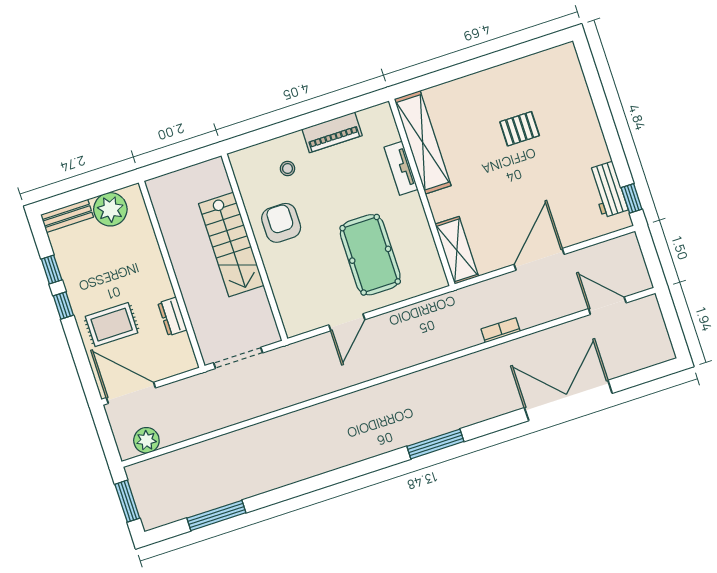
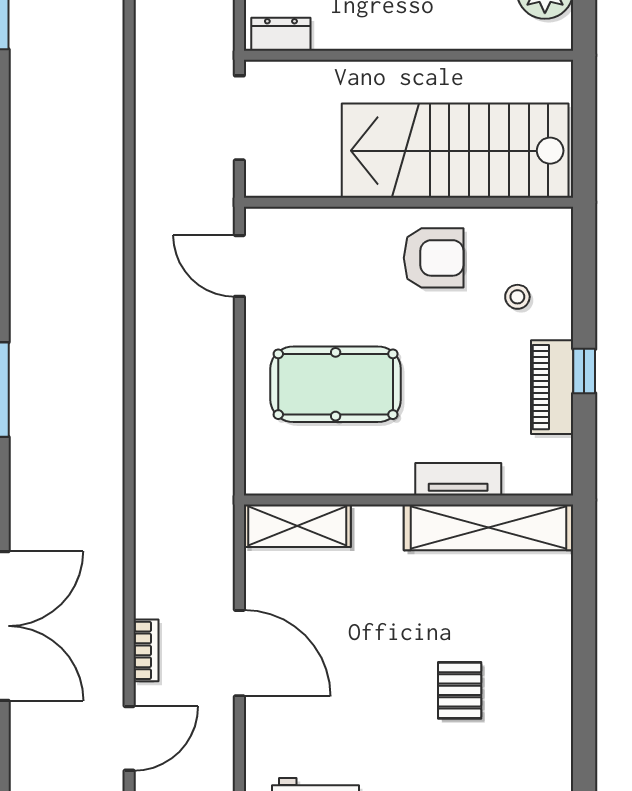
window: (317, 117) -> (584, 371), added
stairs: (231, 245) -> (455, 151), width x1.36, depth x1.51
dresser: (172, 316) -> (281, 34), moved
door: (347, 322) -> (239, 266), moved
bookcase: (501, 330) -> (146, 650), moved

